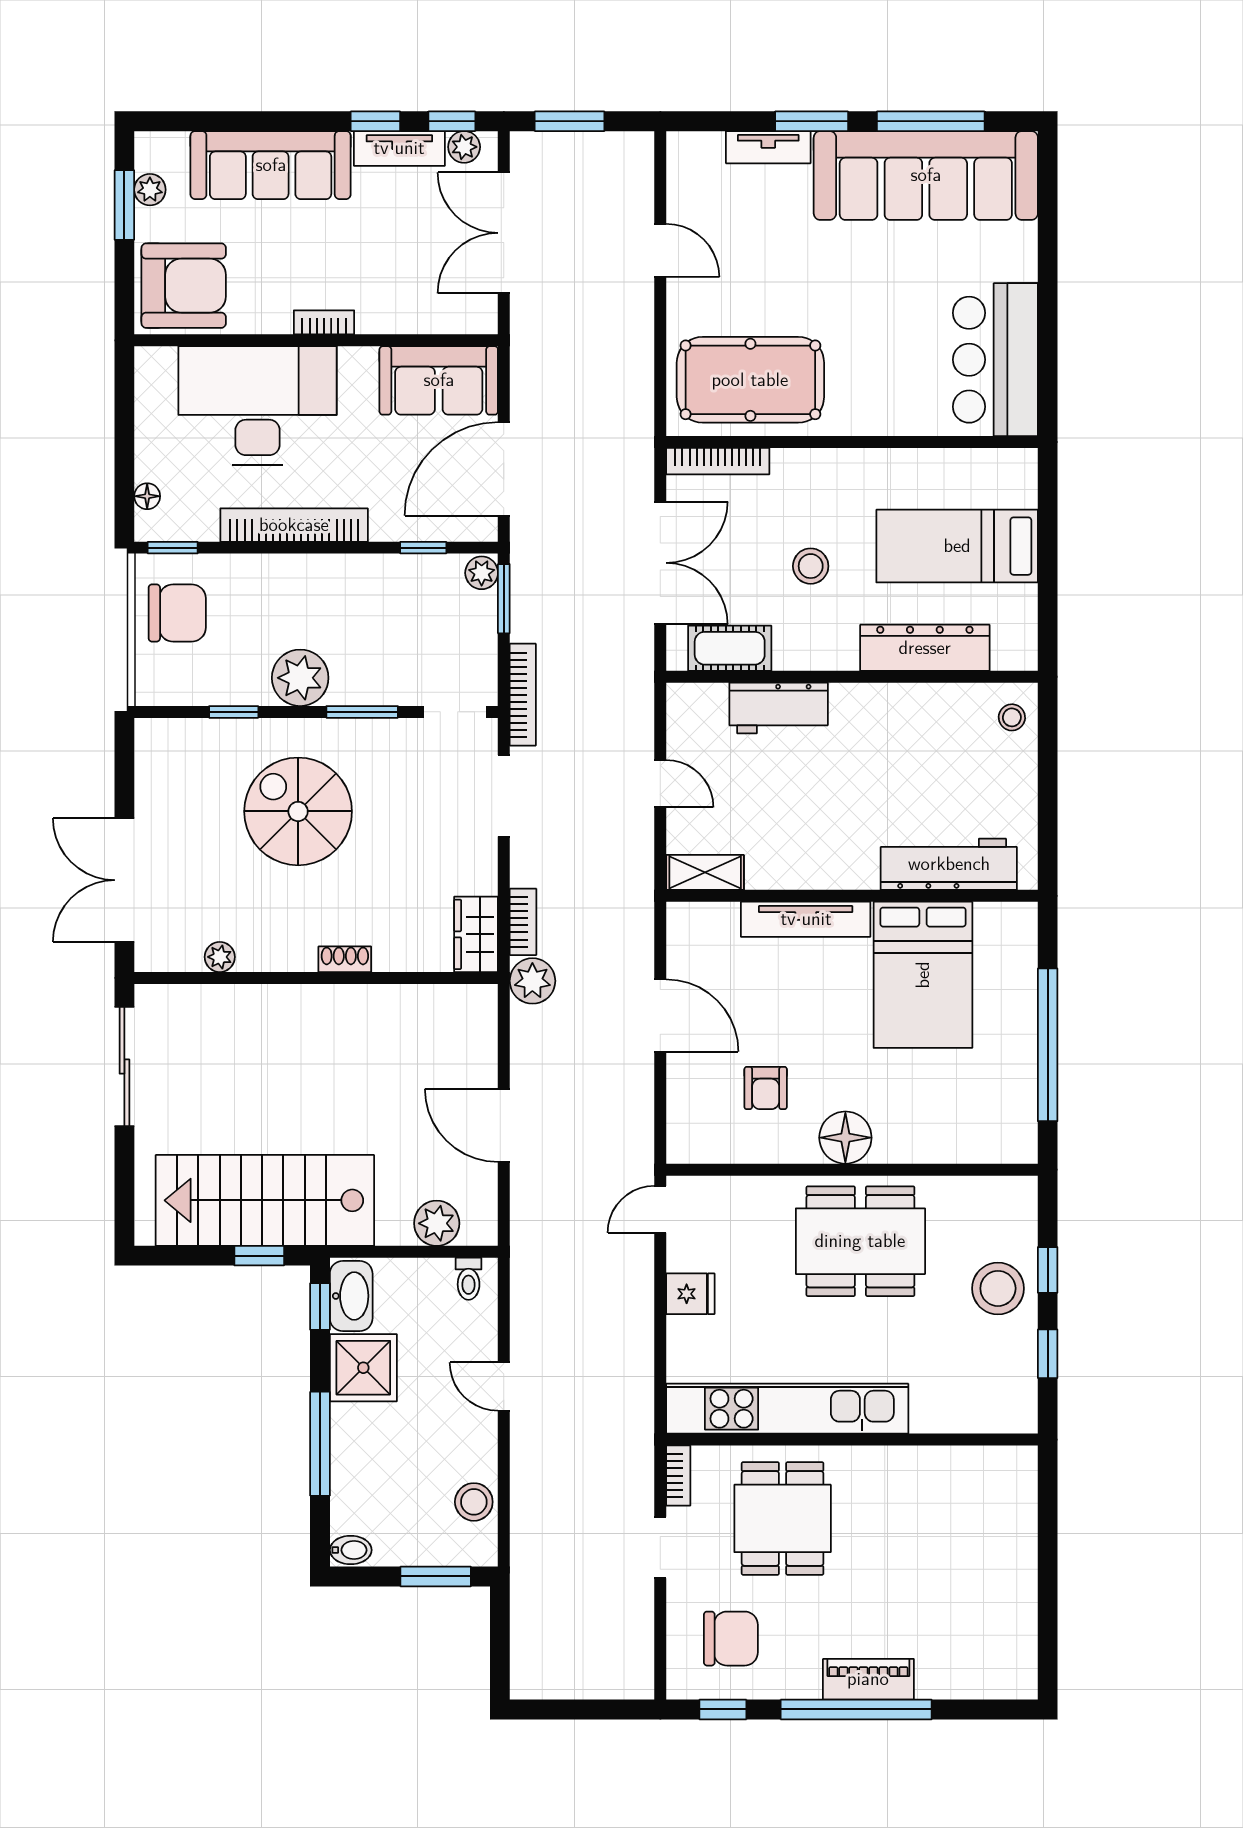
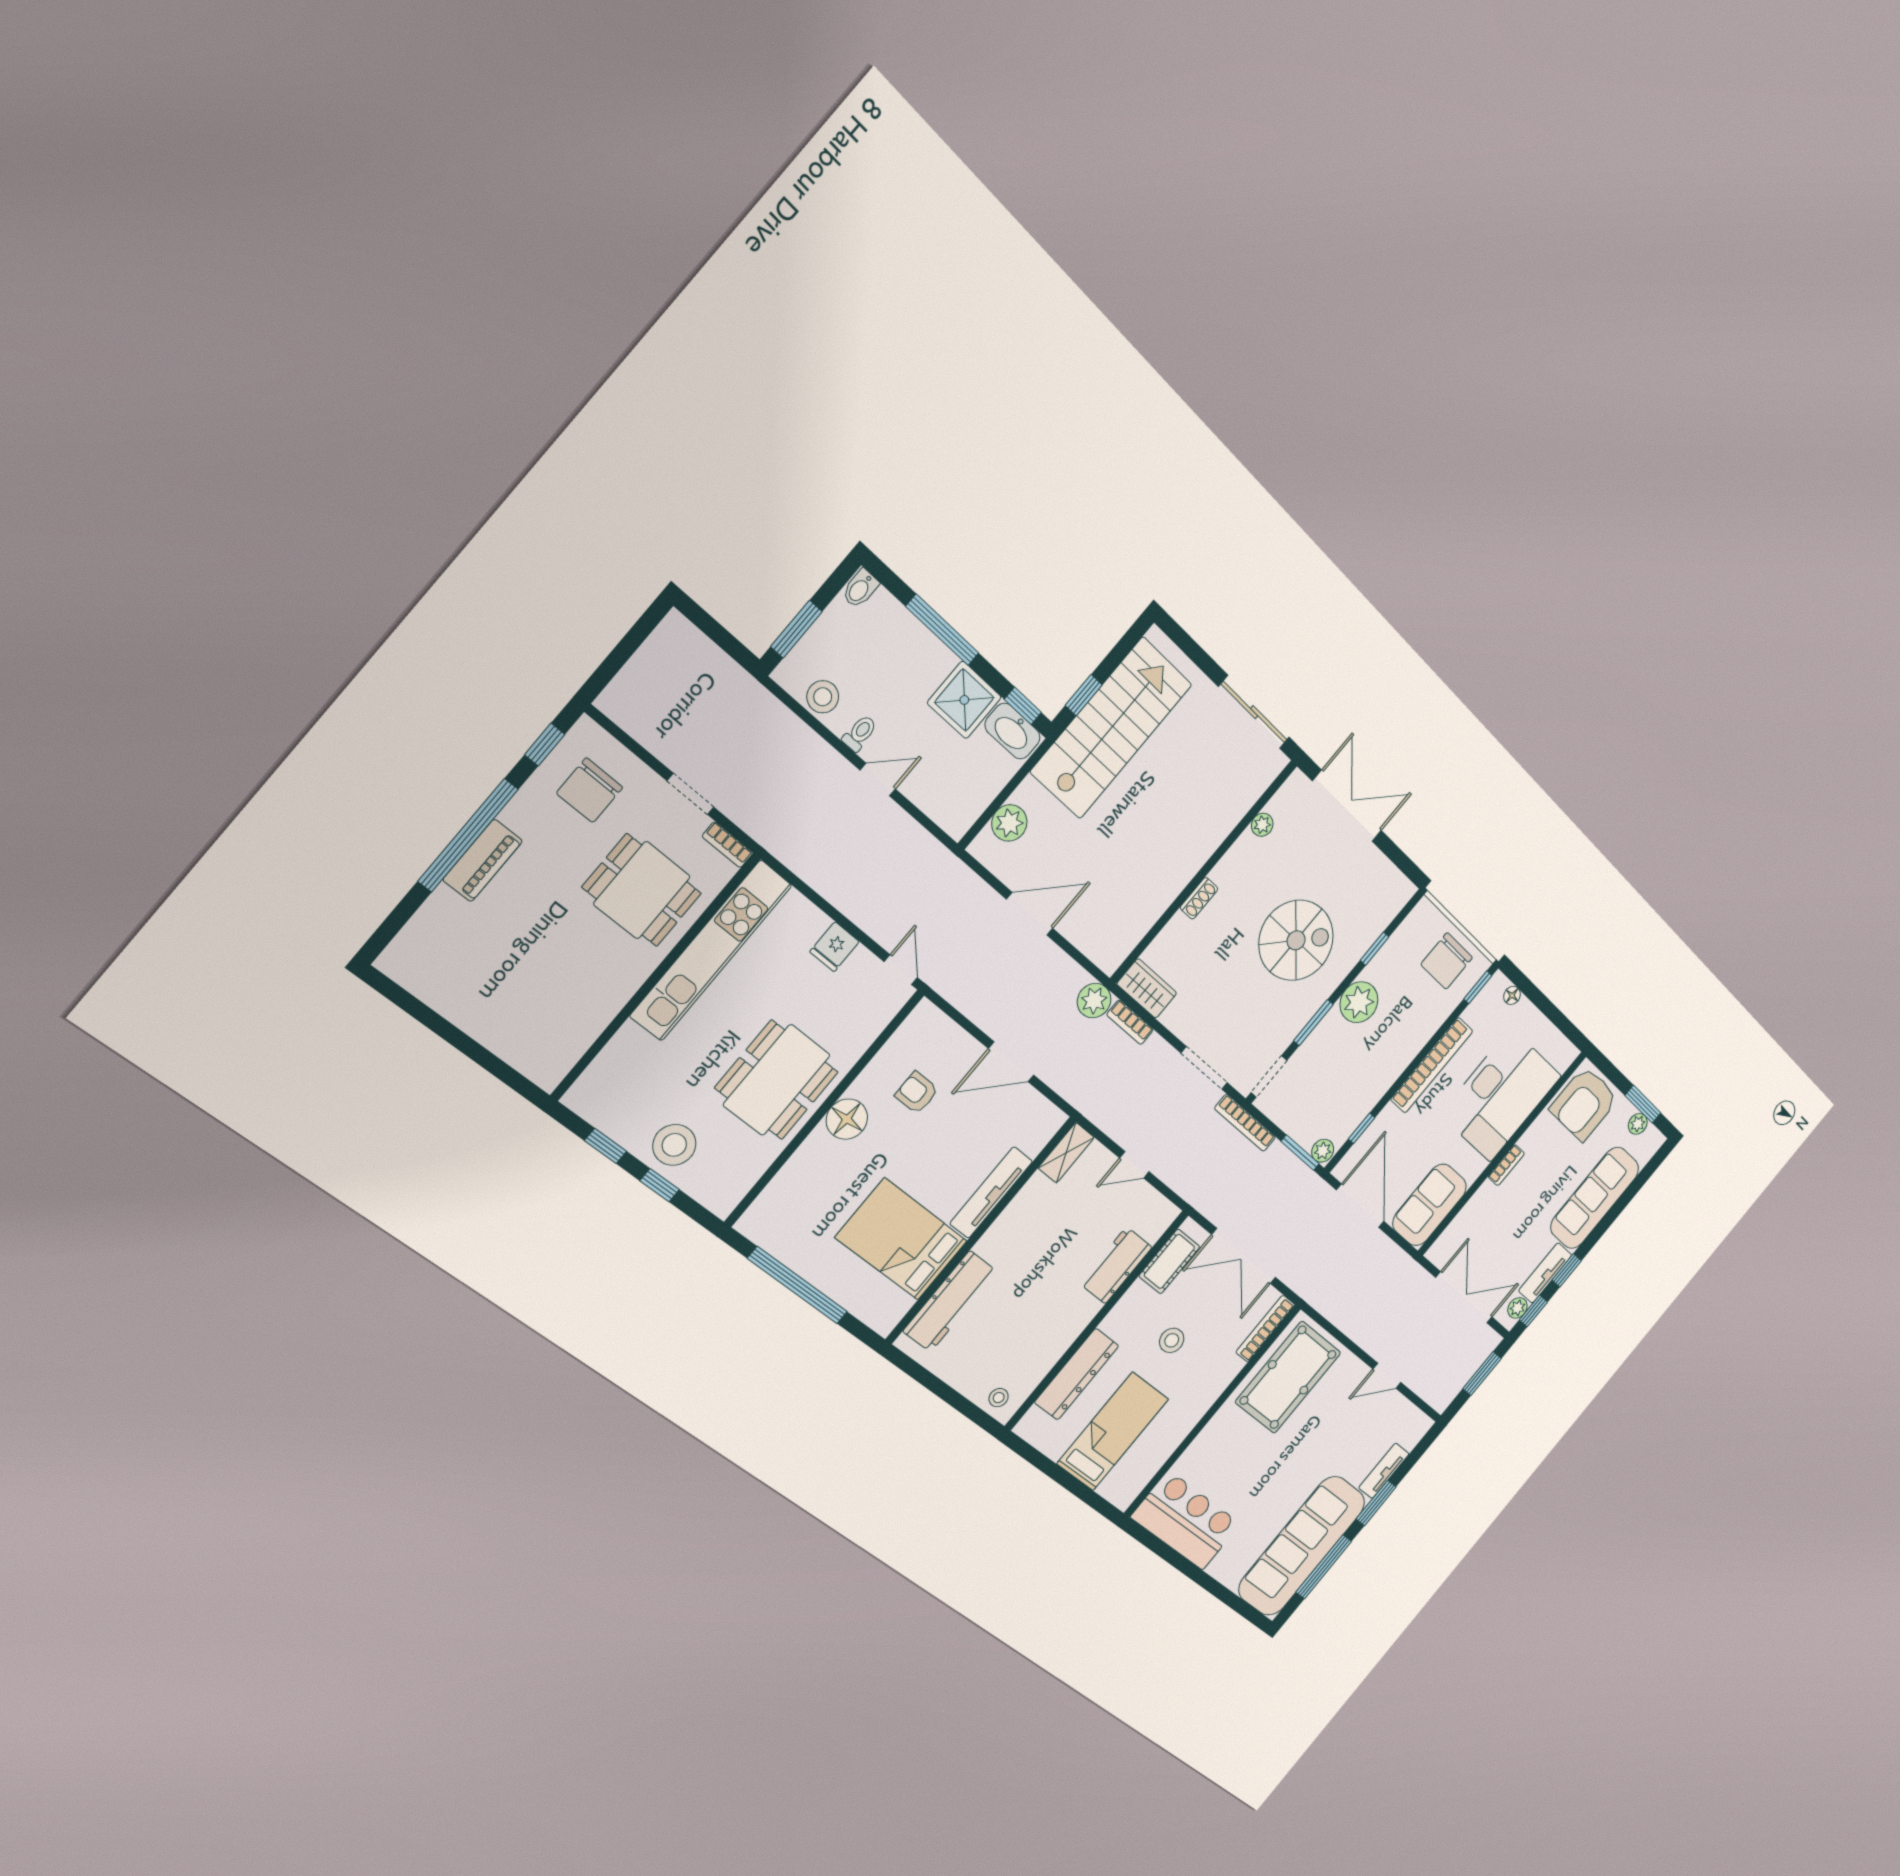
toilet: (469, 1279) -> (860, 733), moved, turned 90

